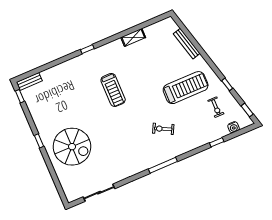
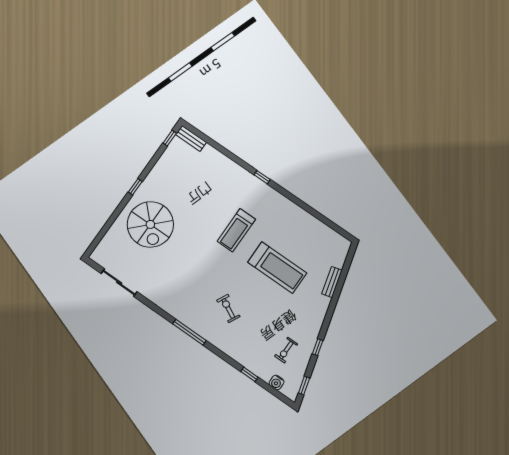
shelving: (133, 37) -> (305, 217), removed
bench: (187, 44) -> (332, 282), width x0.73
treadmill: (186, 88) -> (277, 268), moved

